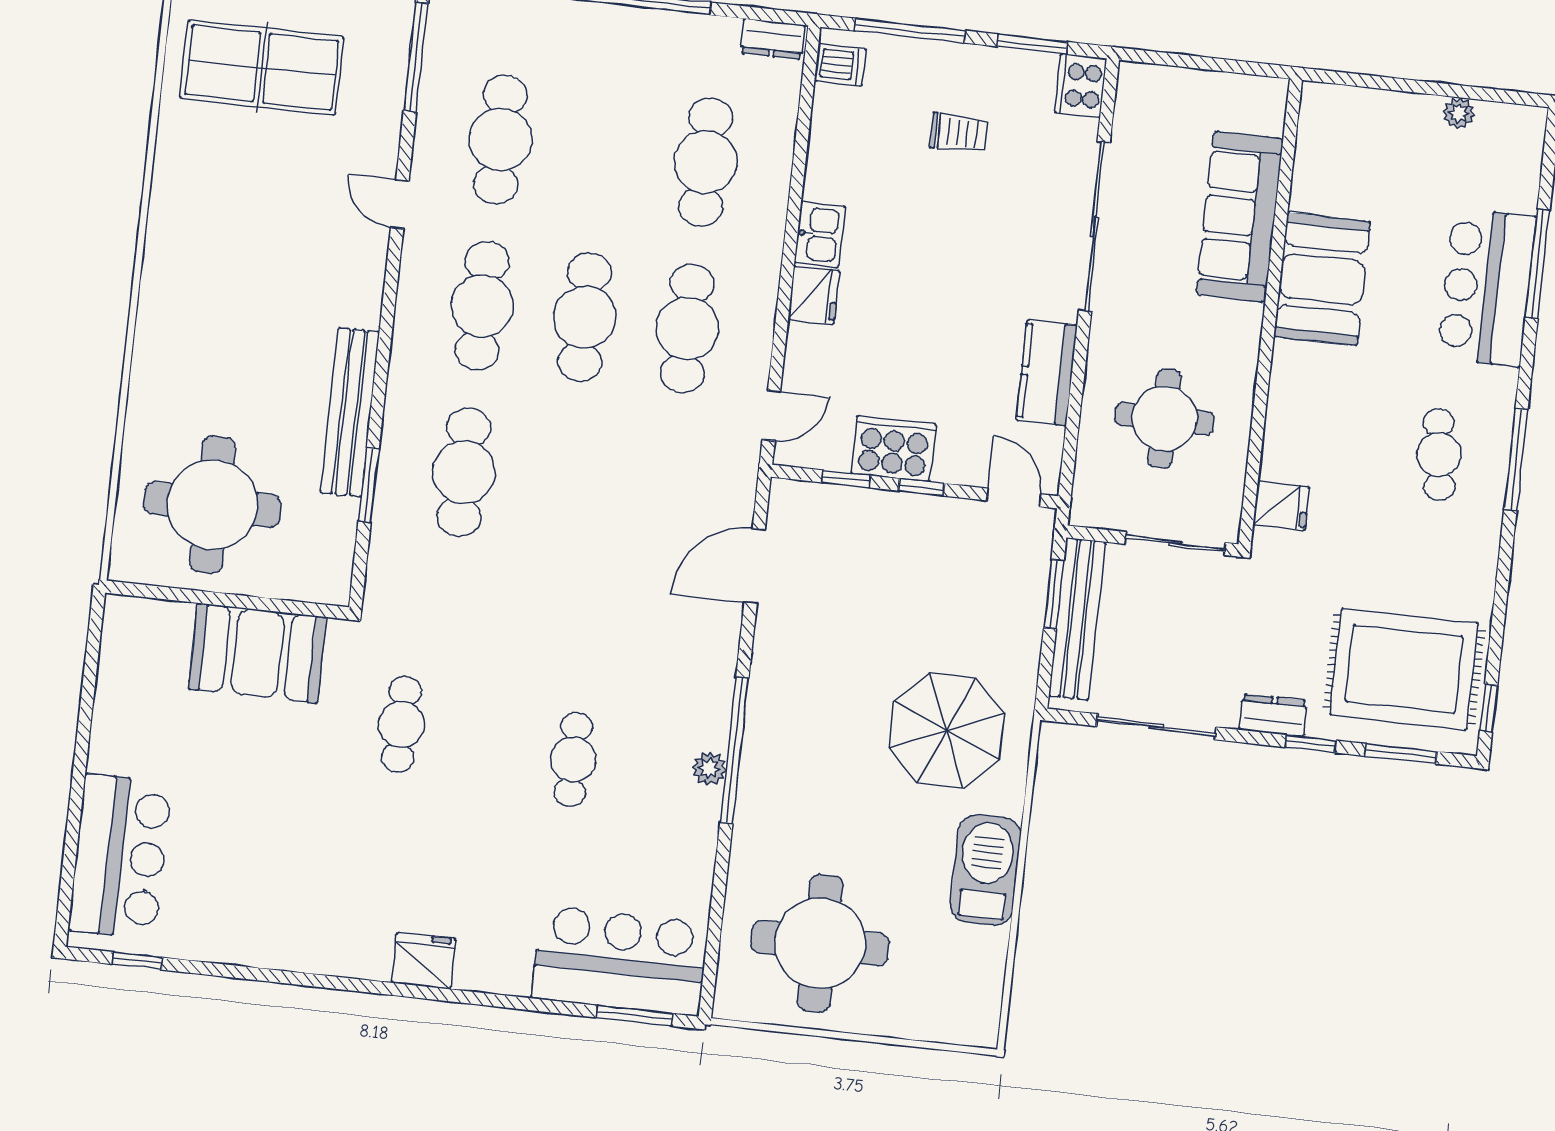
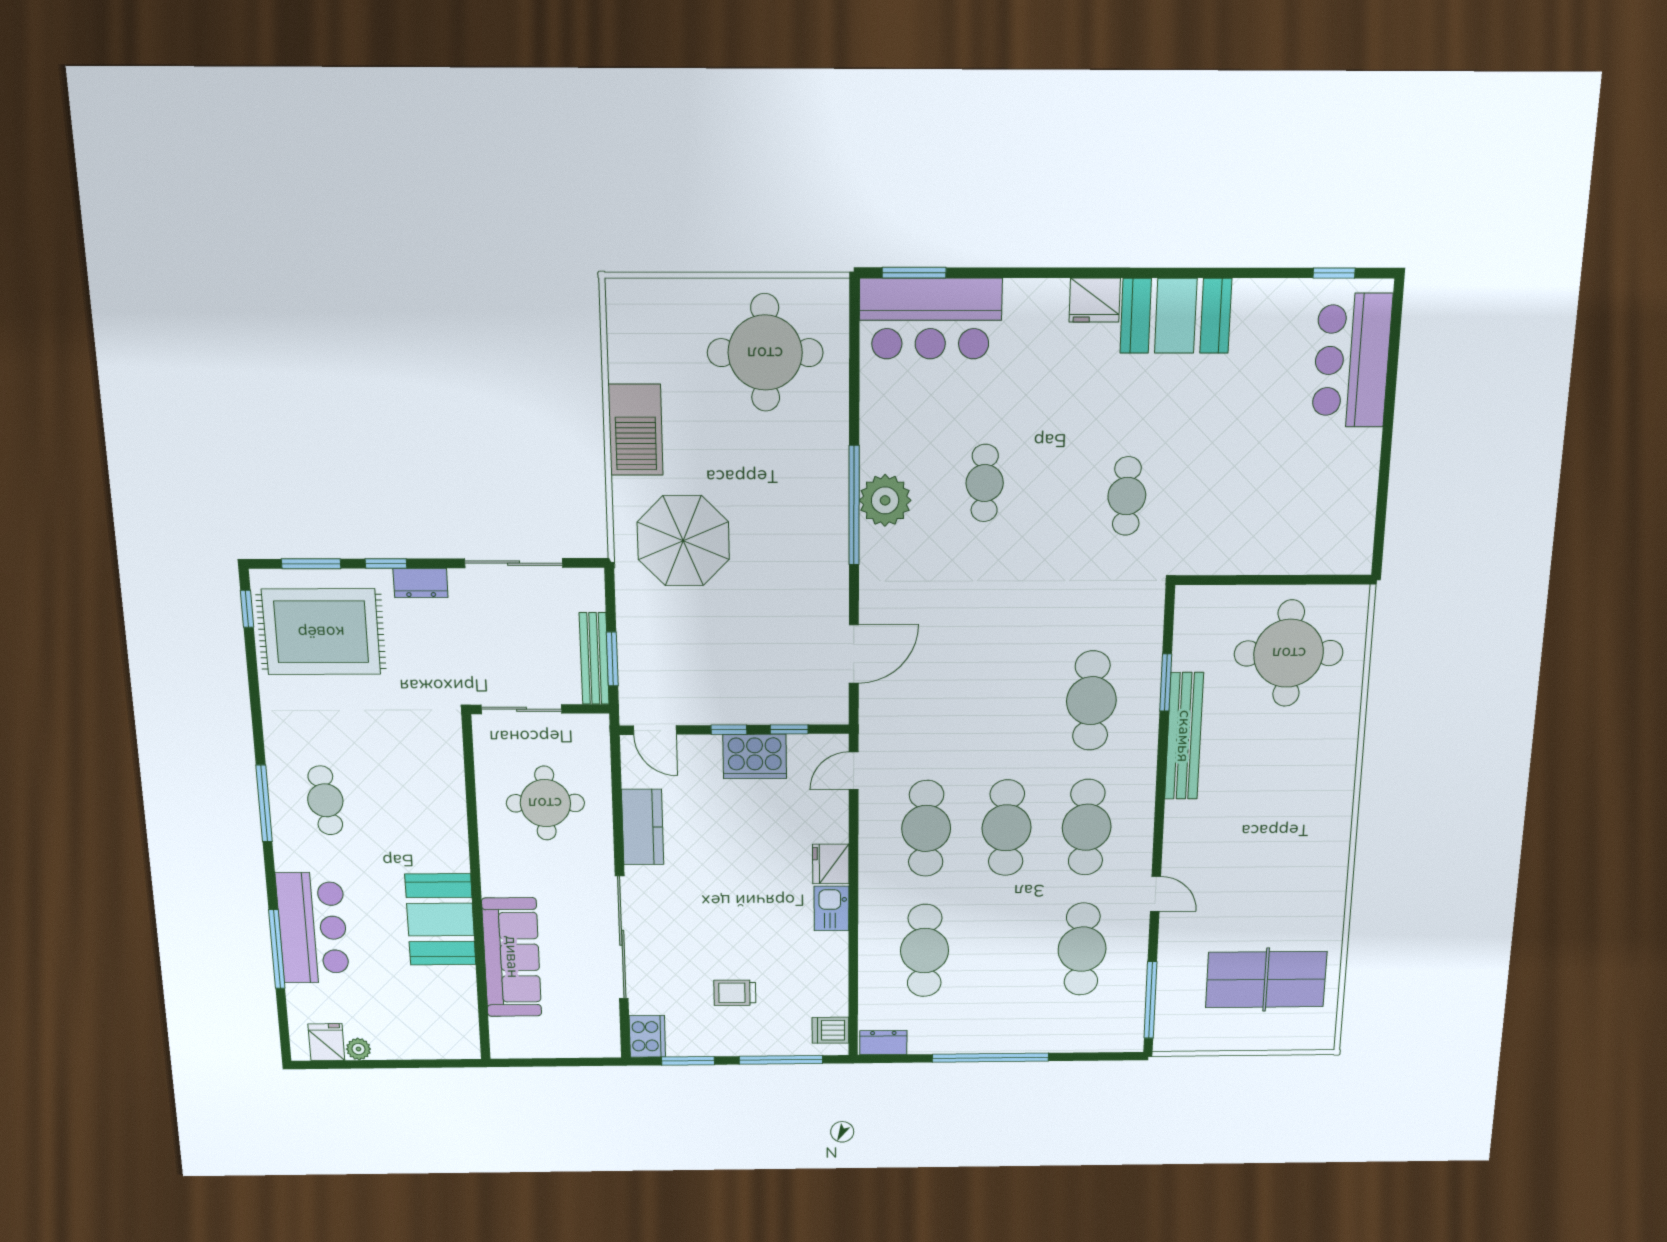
fridge: (1281, 506) -> (326, 1042), moved, turned 90
bench: (1077, 619) -> (594, 659), width x0.73, depth x0.82
booth: (257, 653) -> (1176, 316), moved
plant: (709, 768) -> (885, 500), width x1.87, depth x1.87

